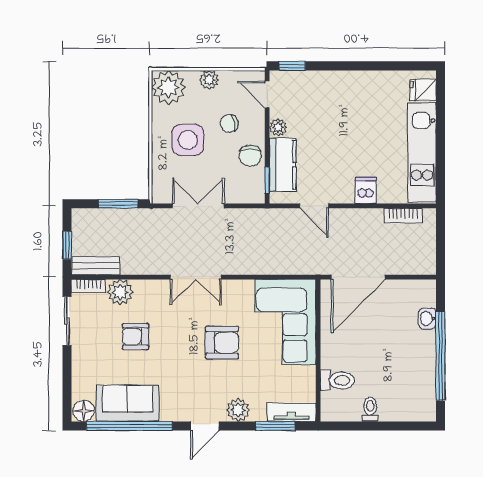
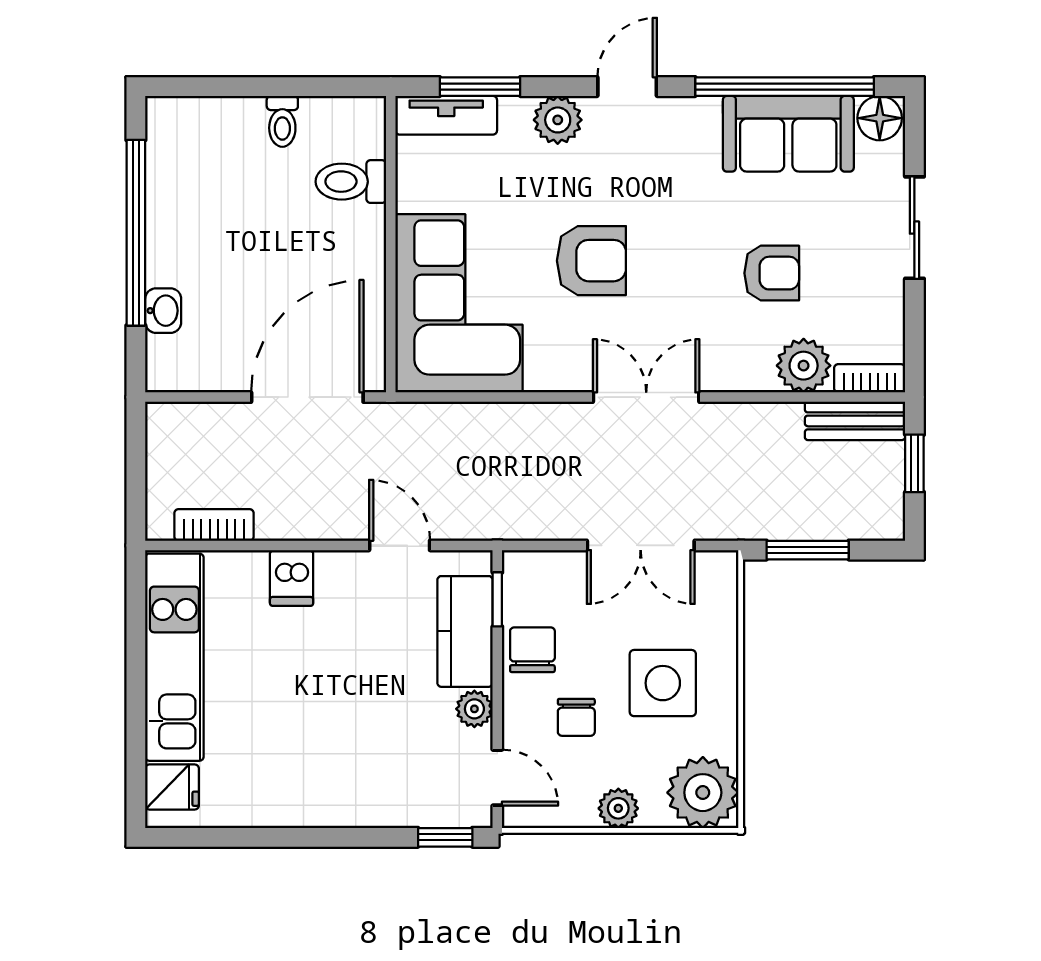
chair: (229, 123) -> (576, 717), turned 101
sliding door: (67, 321) -> (914, 228), moved
armchair: (222, 343) -> (591, 261), turned 180

